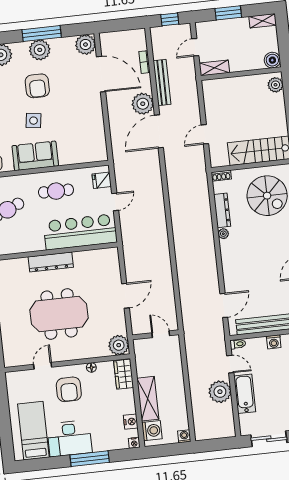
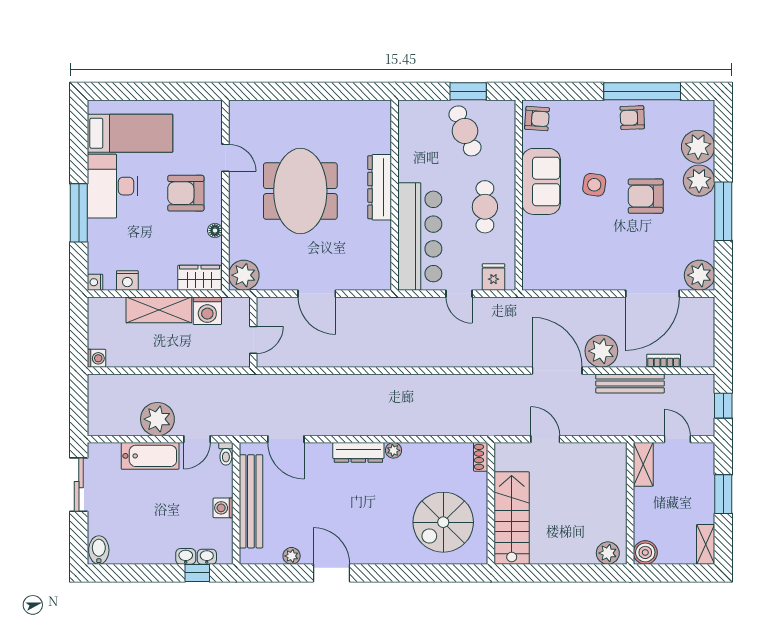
plant: (40, 50) -> (699, 181), moved
dresser: (222, 210) -> (358, 452), moved
washing machine: (152, 431) -> (207, 311), moved

